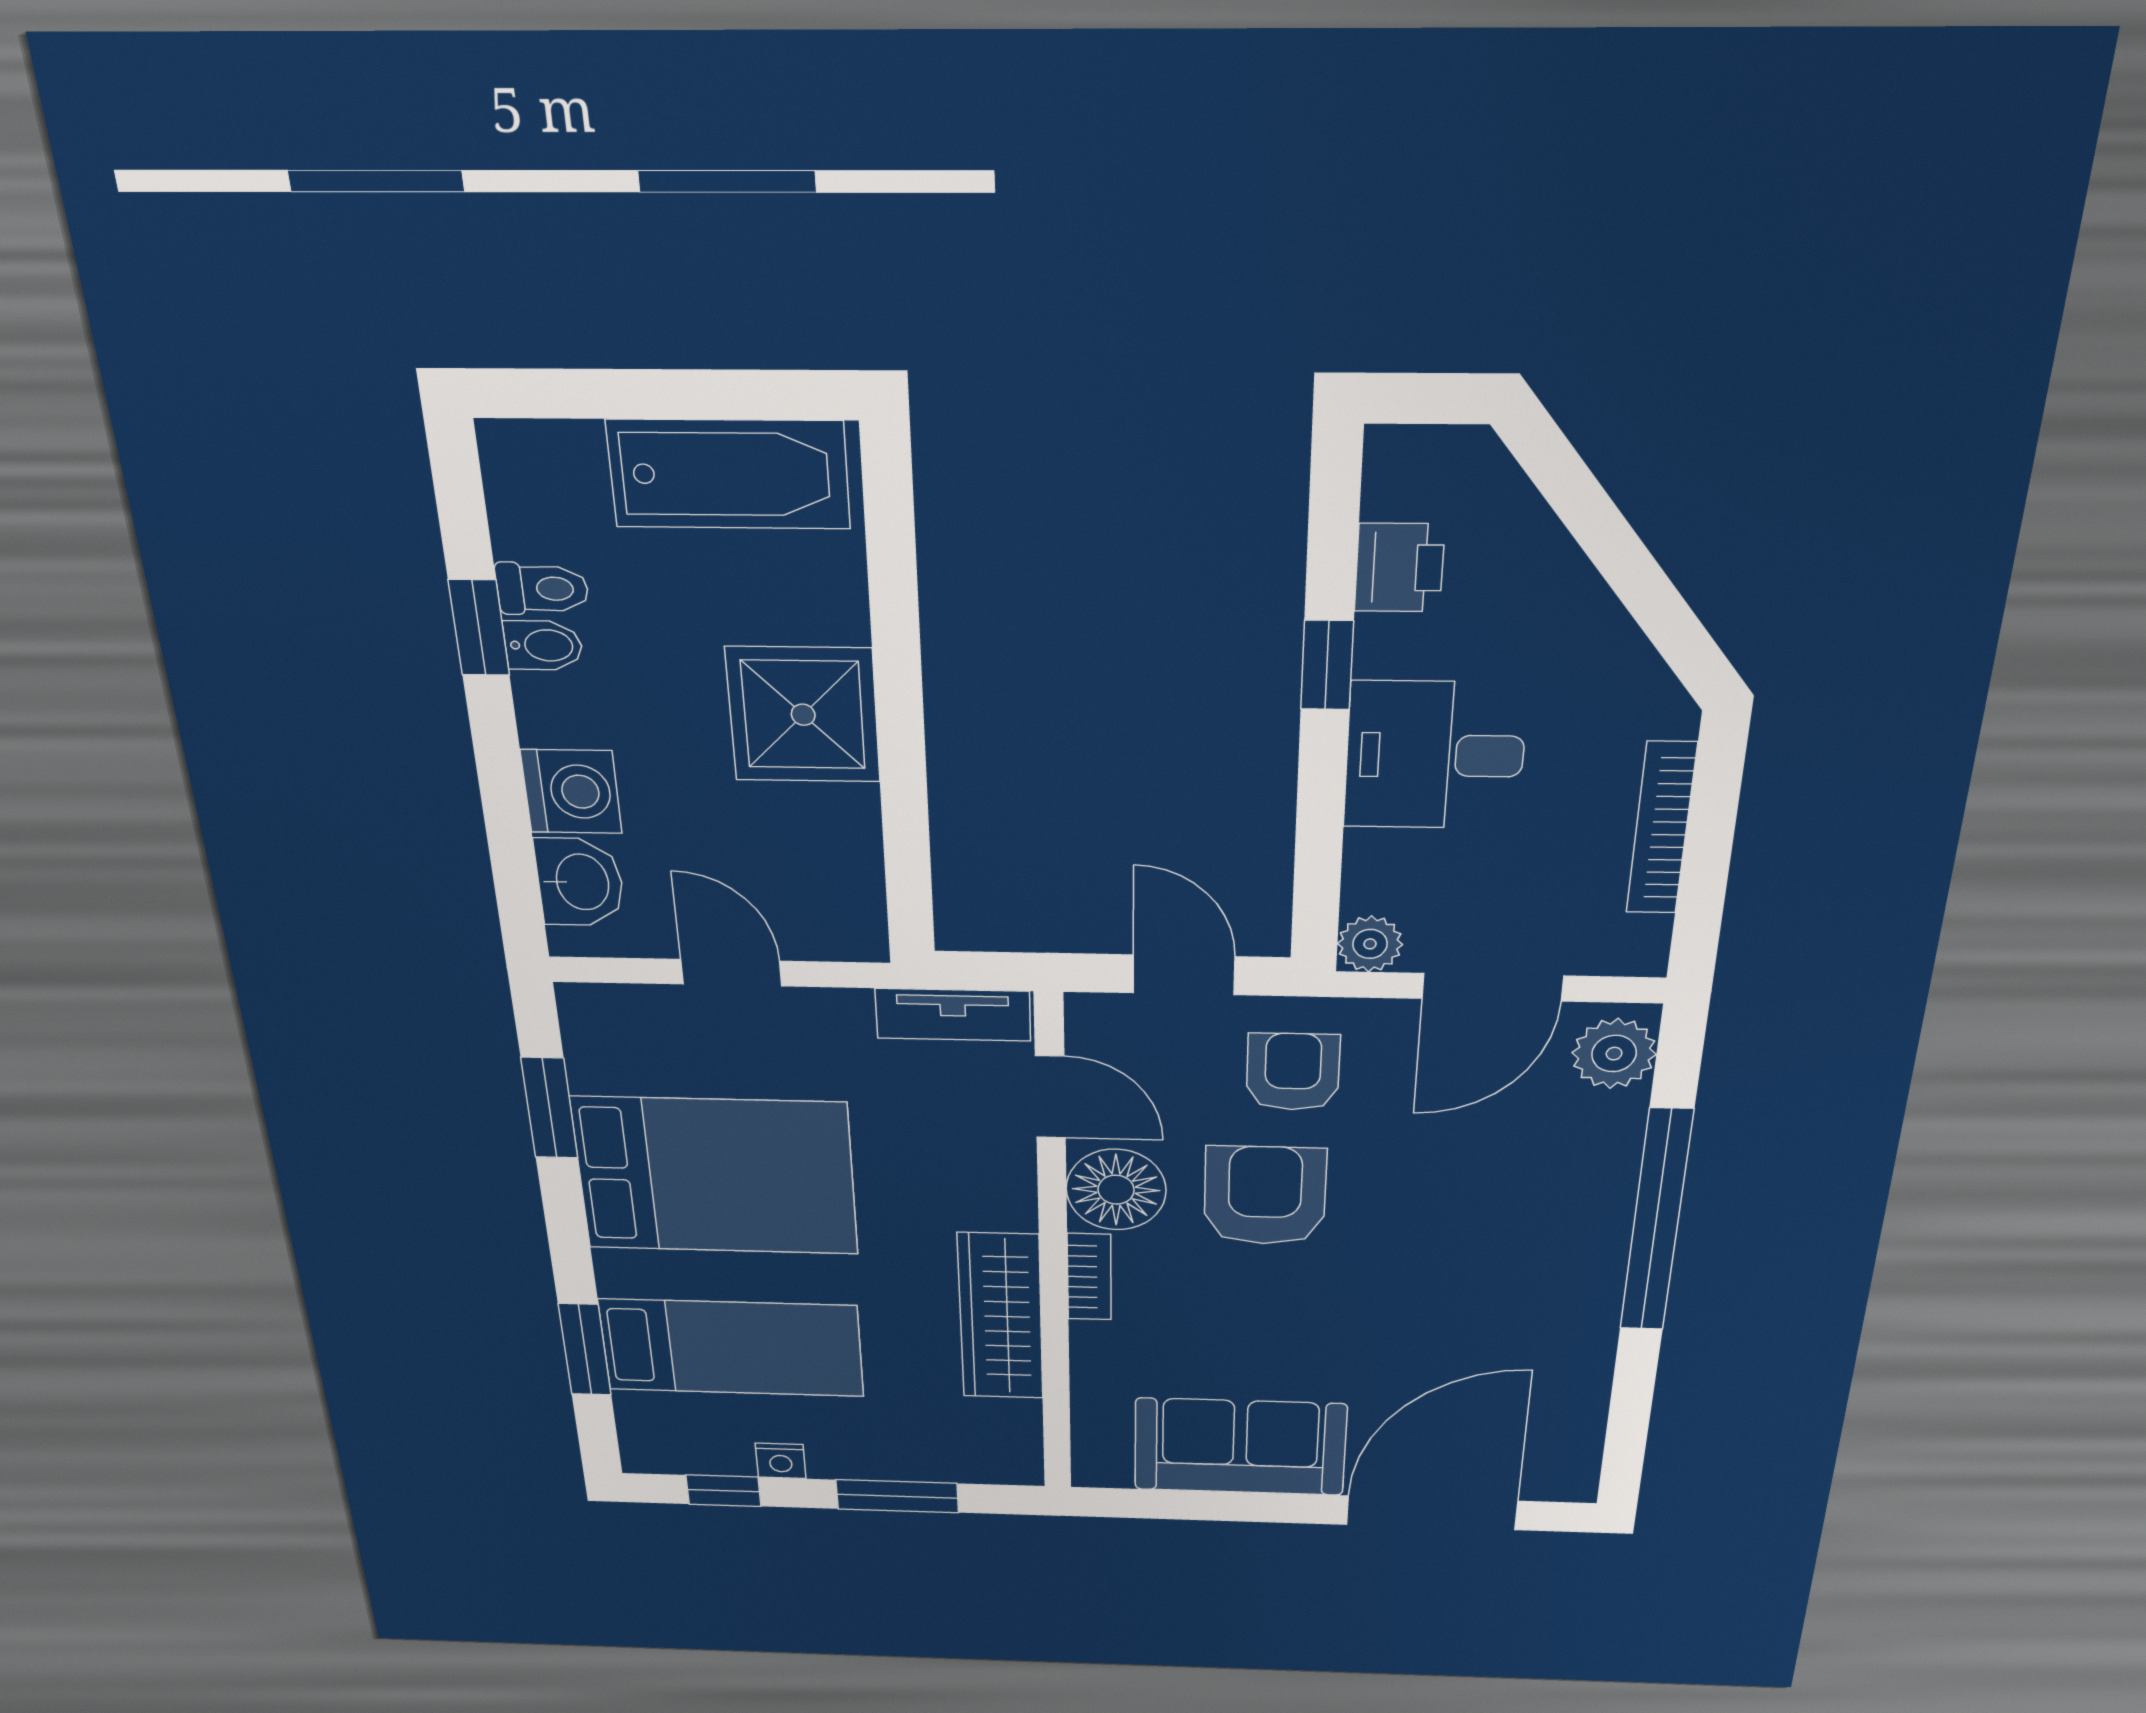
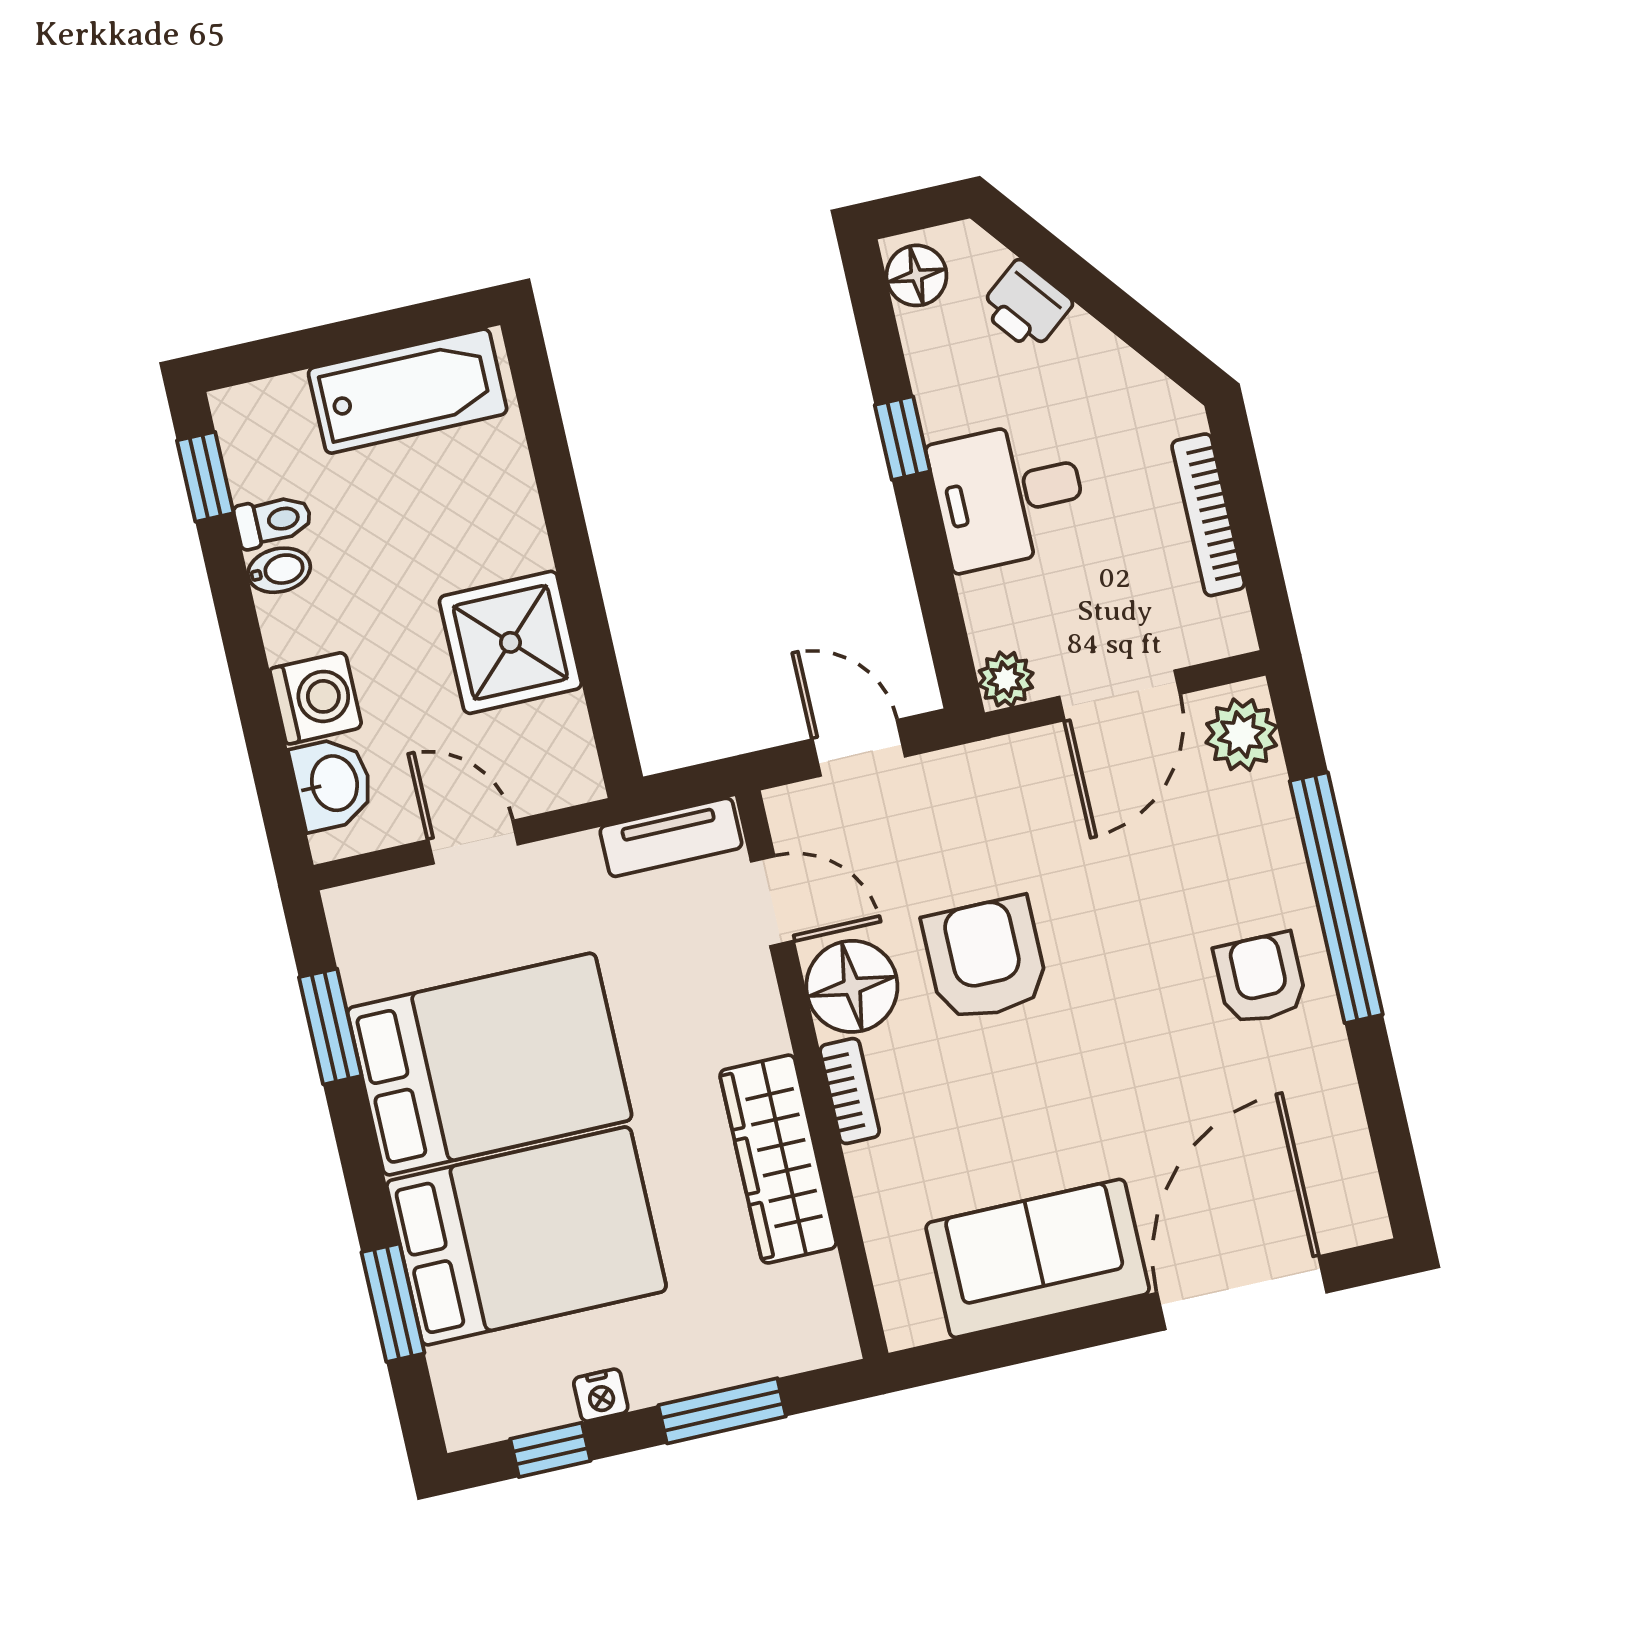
floor lamp: (1401, 479) -> (916, 275), added
printer: (1399, 568) -> (1026, 306), moved, turned 141
window: (479, 628) -> (205, 477), moved
shower: (803, 715) -> (510, 642), moved
armchair: (1293, 1072) -> (1260, 979), moved
bed: (732, 1348) -> (526, 1236), width x1.50

